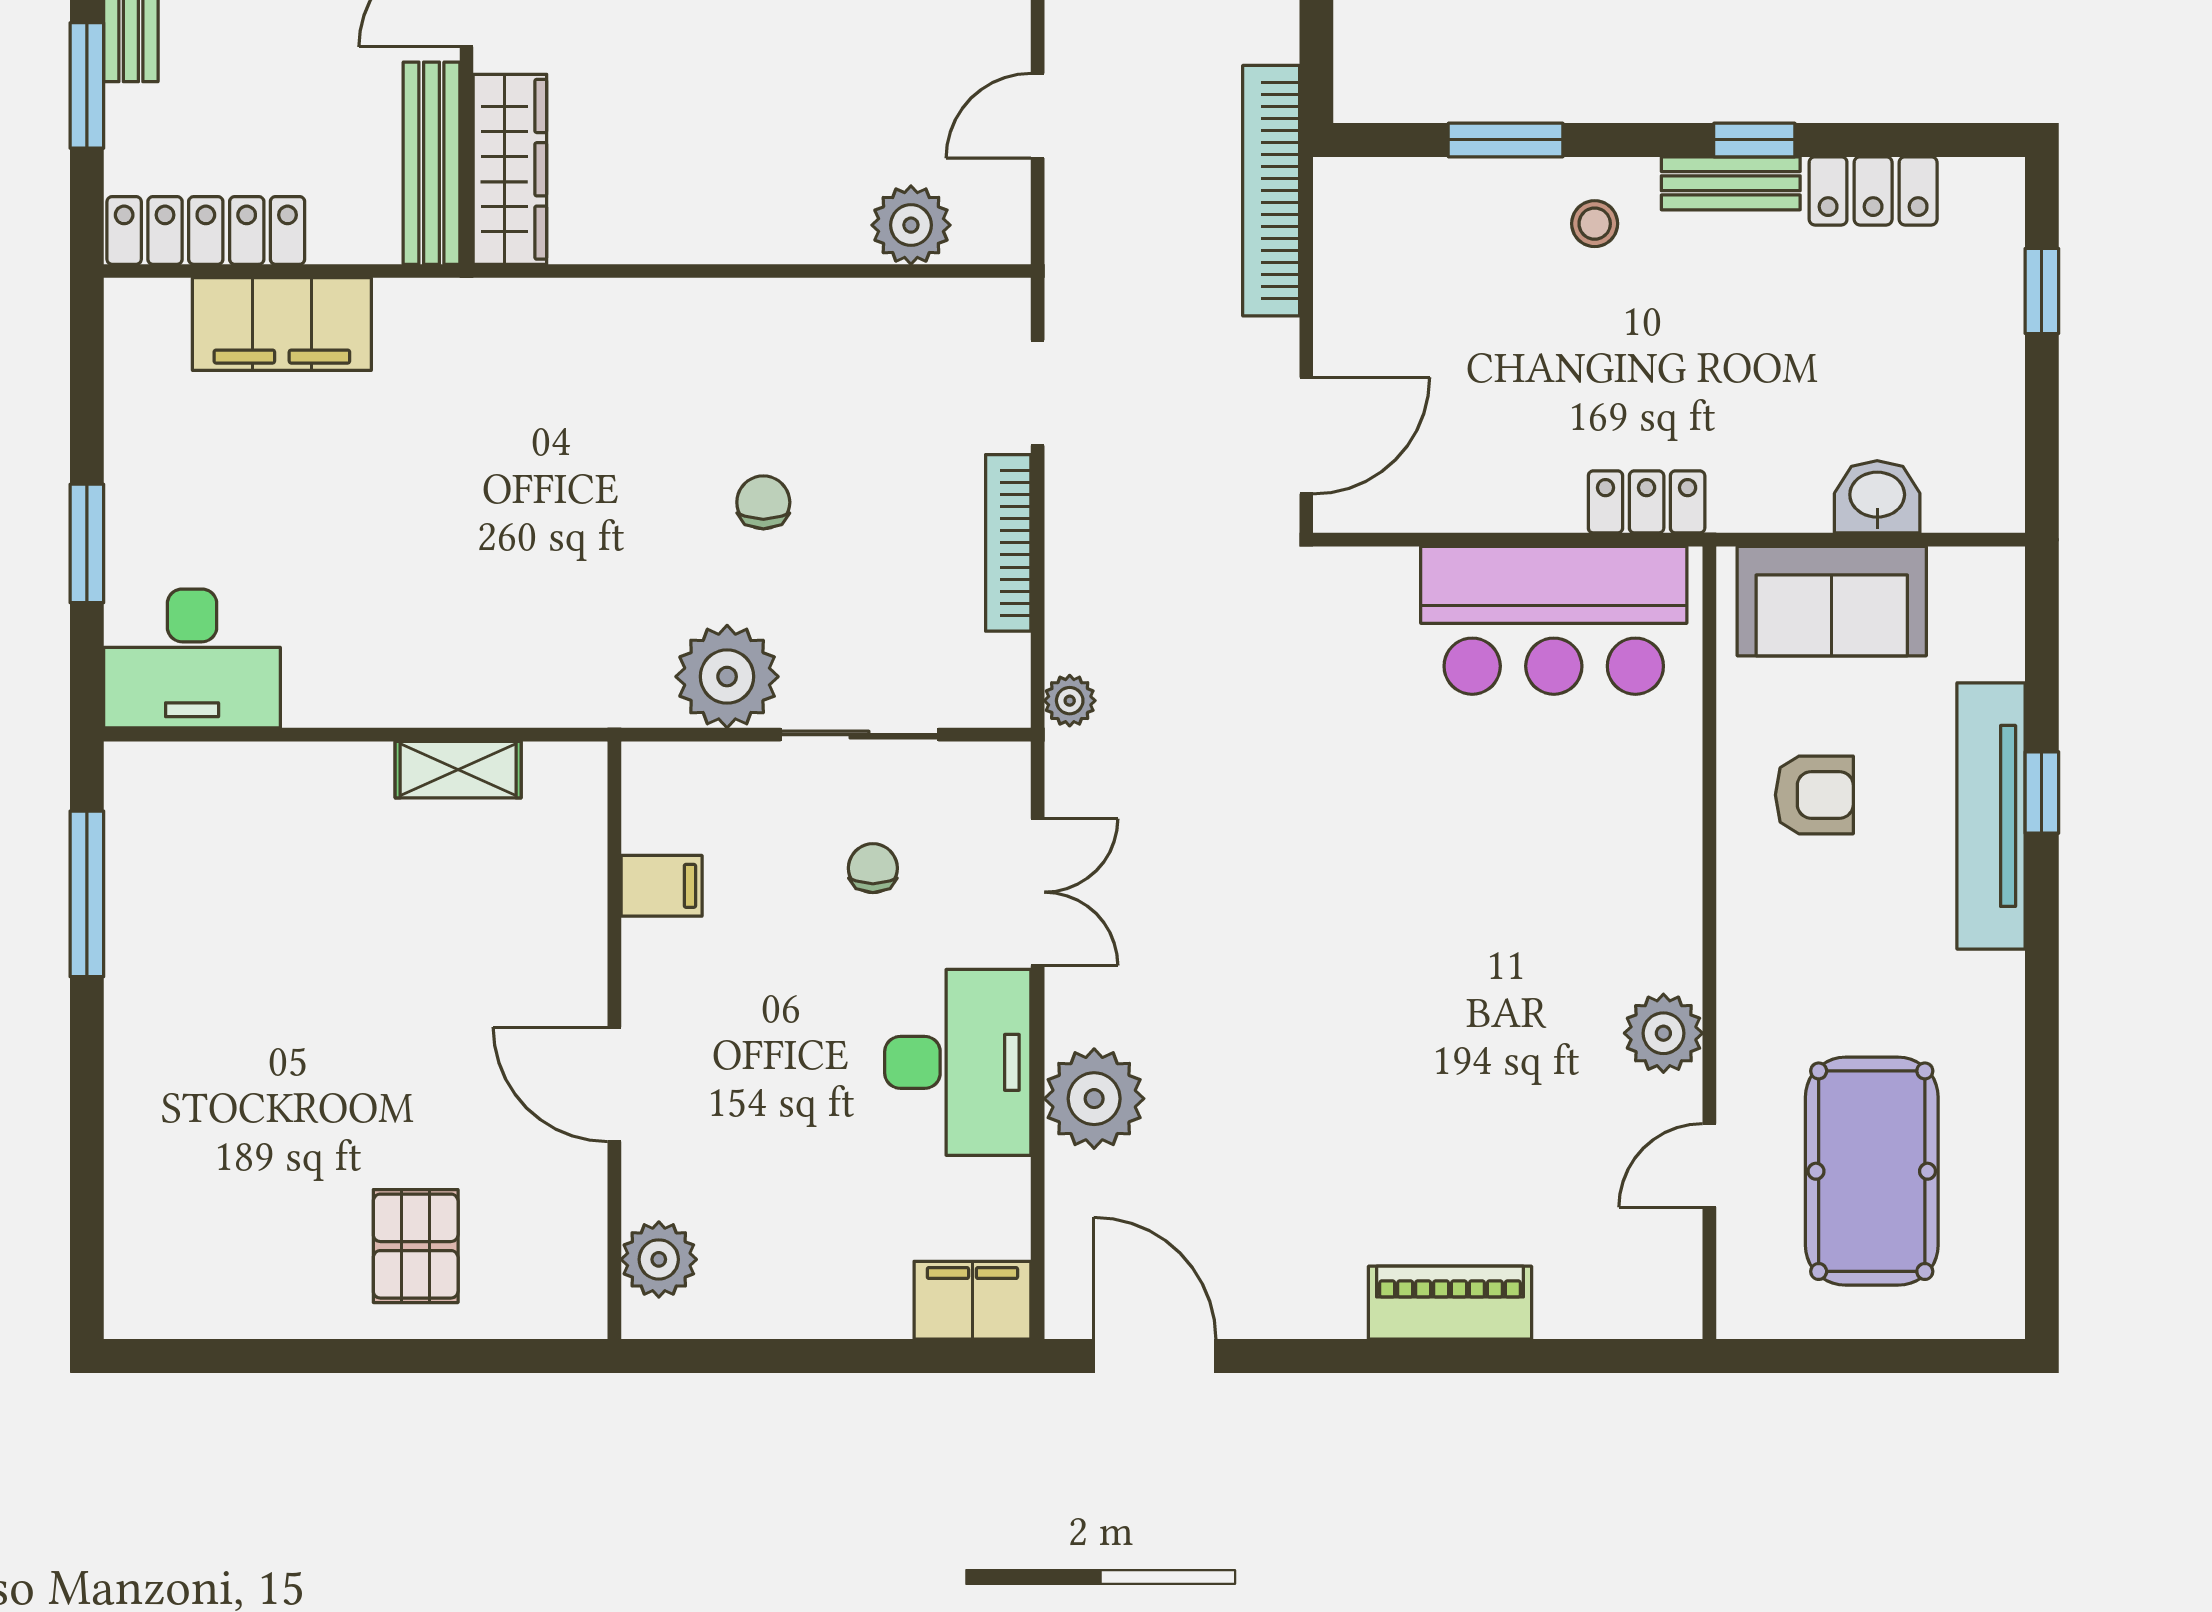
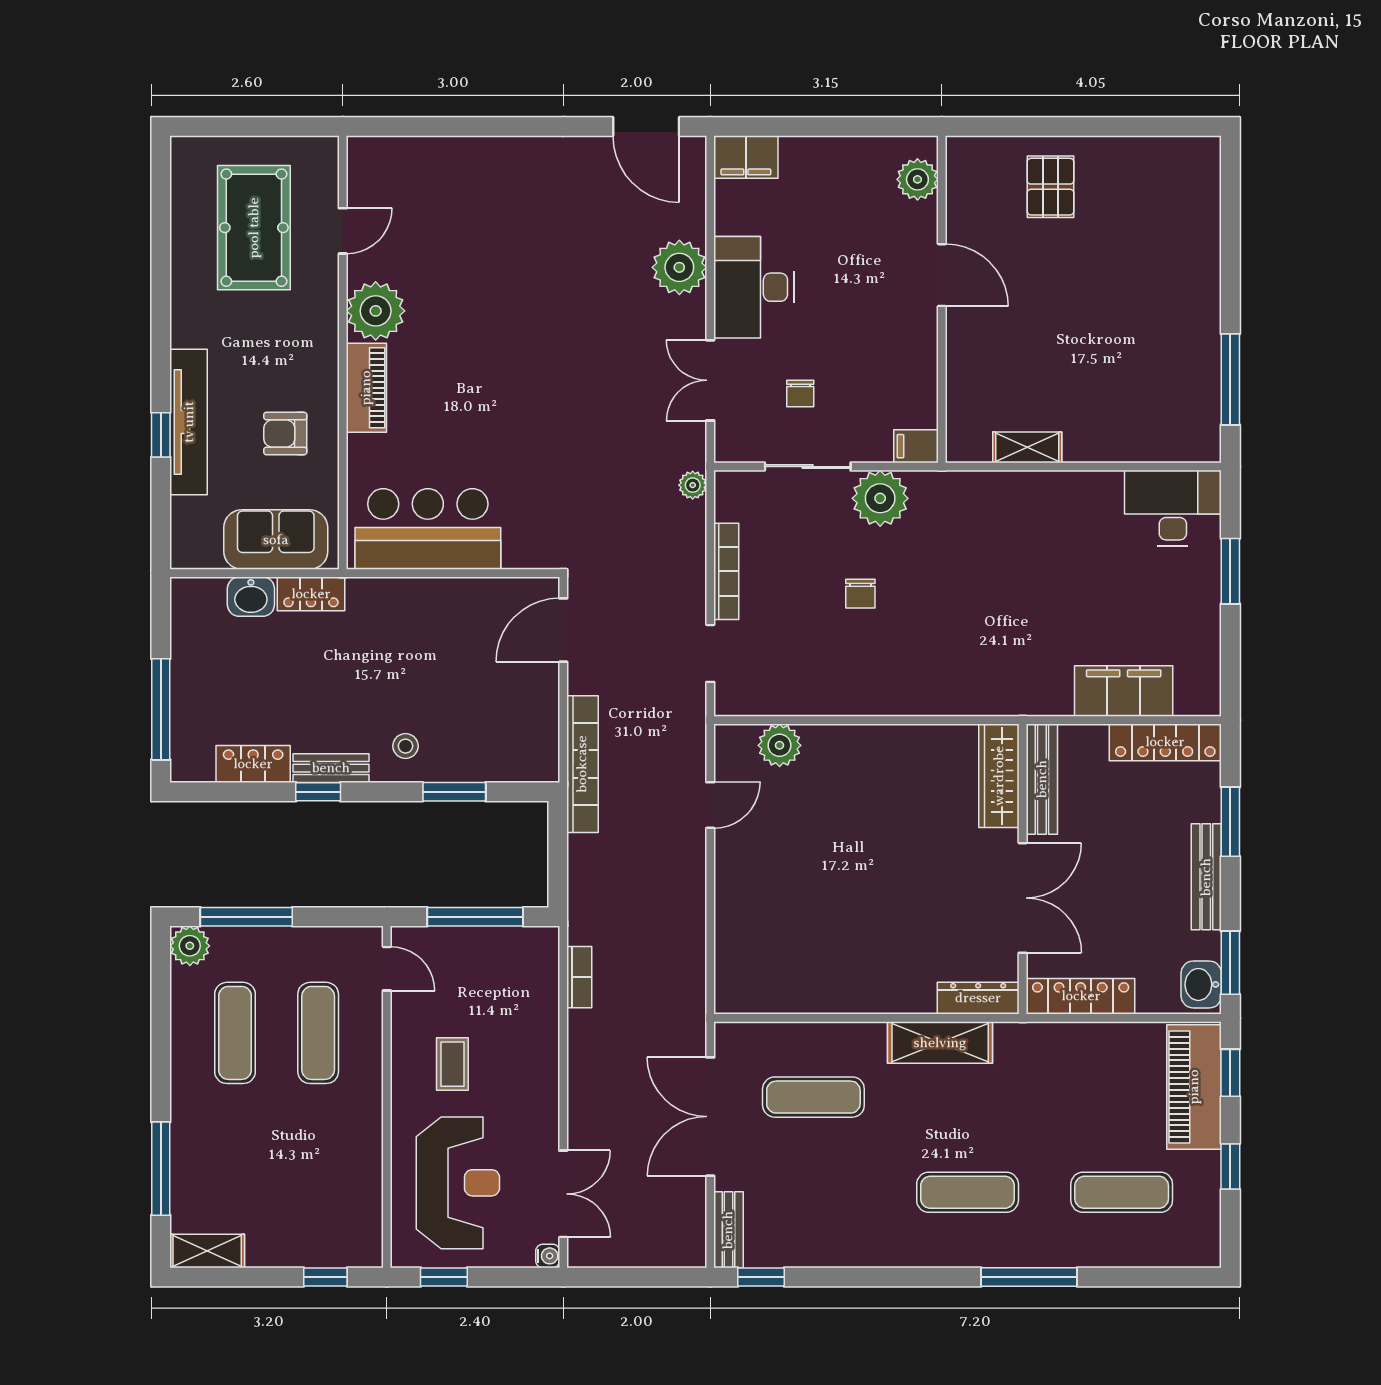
window: (2042, 291) -> (161, 709), width x2.17
locker: (1647, 502) -> (311, 594), moved
filing cabinet: (662, 886) -> (916, 446), moved
plant: (1663, 1033) -> (376, 311), width x1.36, depth x1.36
piano: (1450, 1303) -> (366, 388), moved, turned -90

